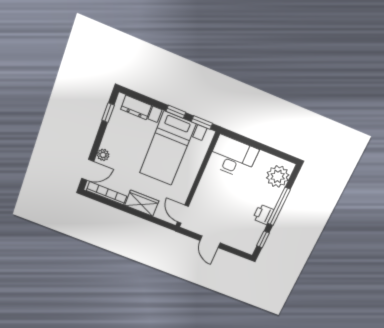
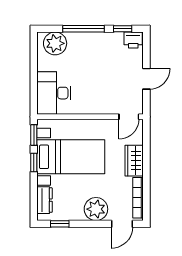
plant: (103, 155) -> (96, 209), width x1.88, depth x1.88
door: (88, 170) -> (122, 224), swing flipped
printer: (263, 214) -> (133, 40), moved

